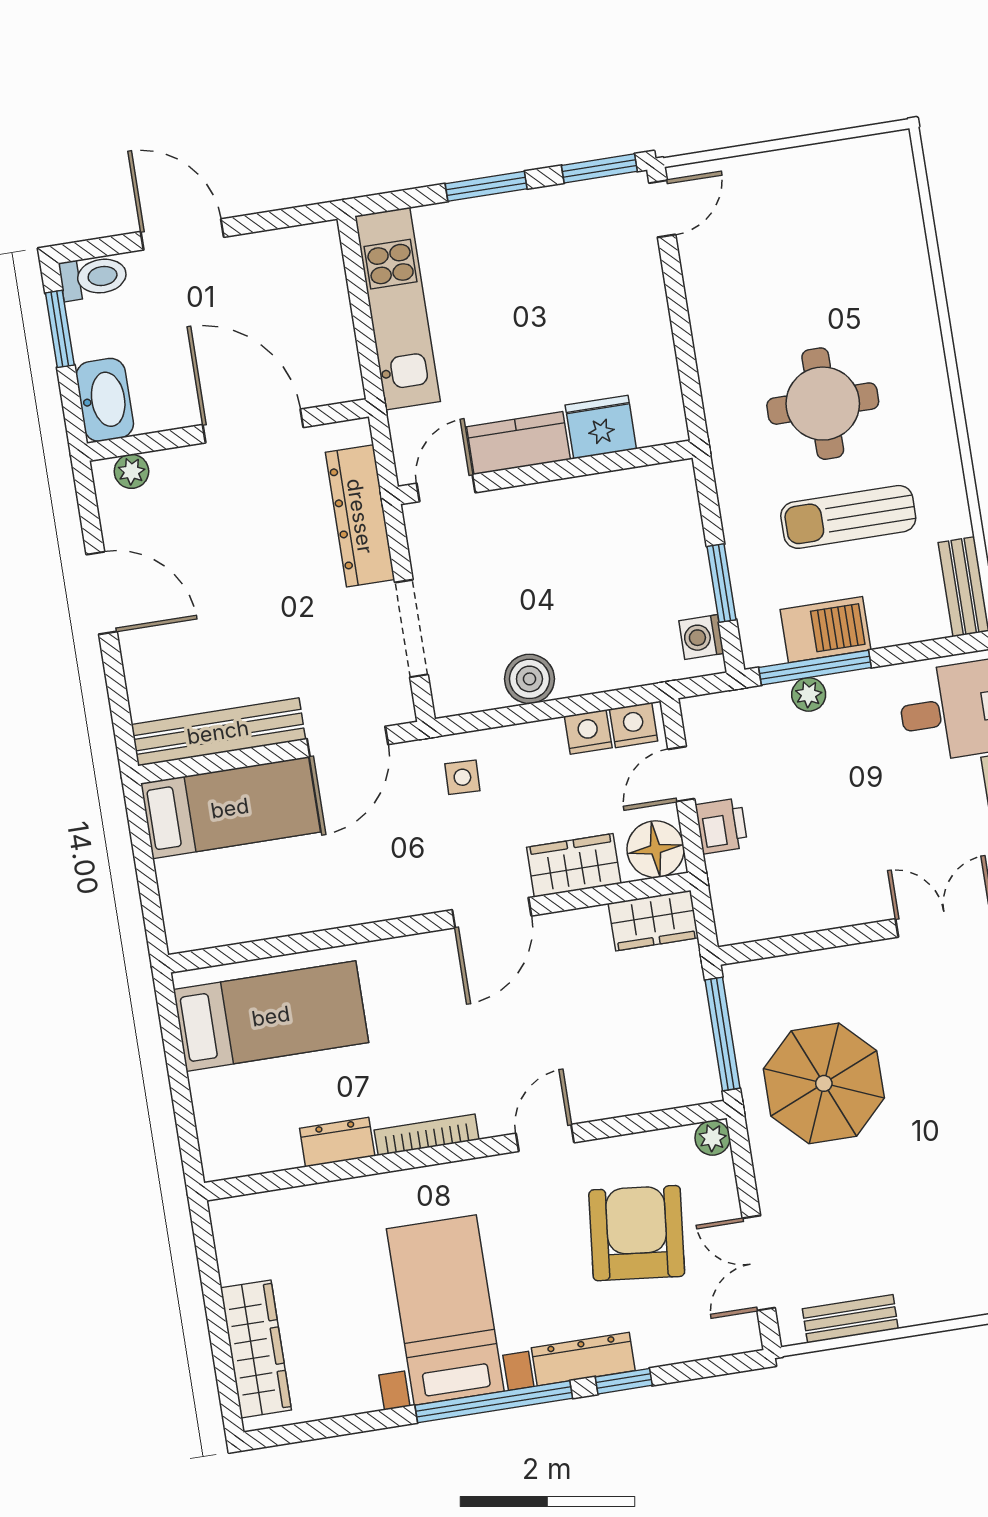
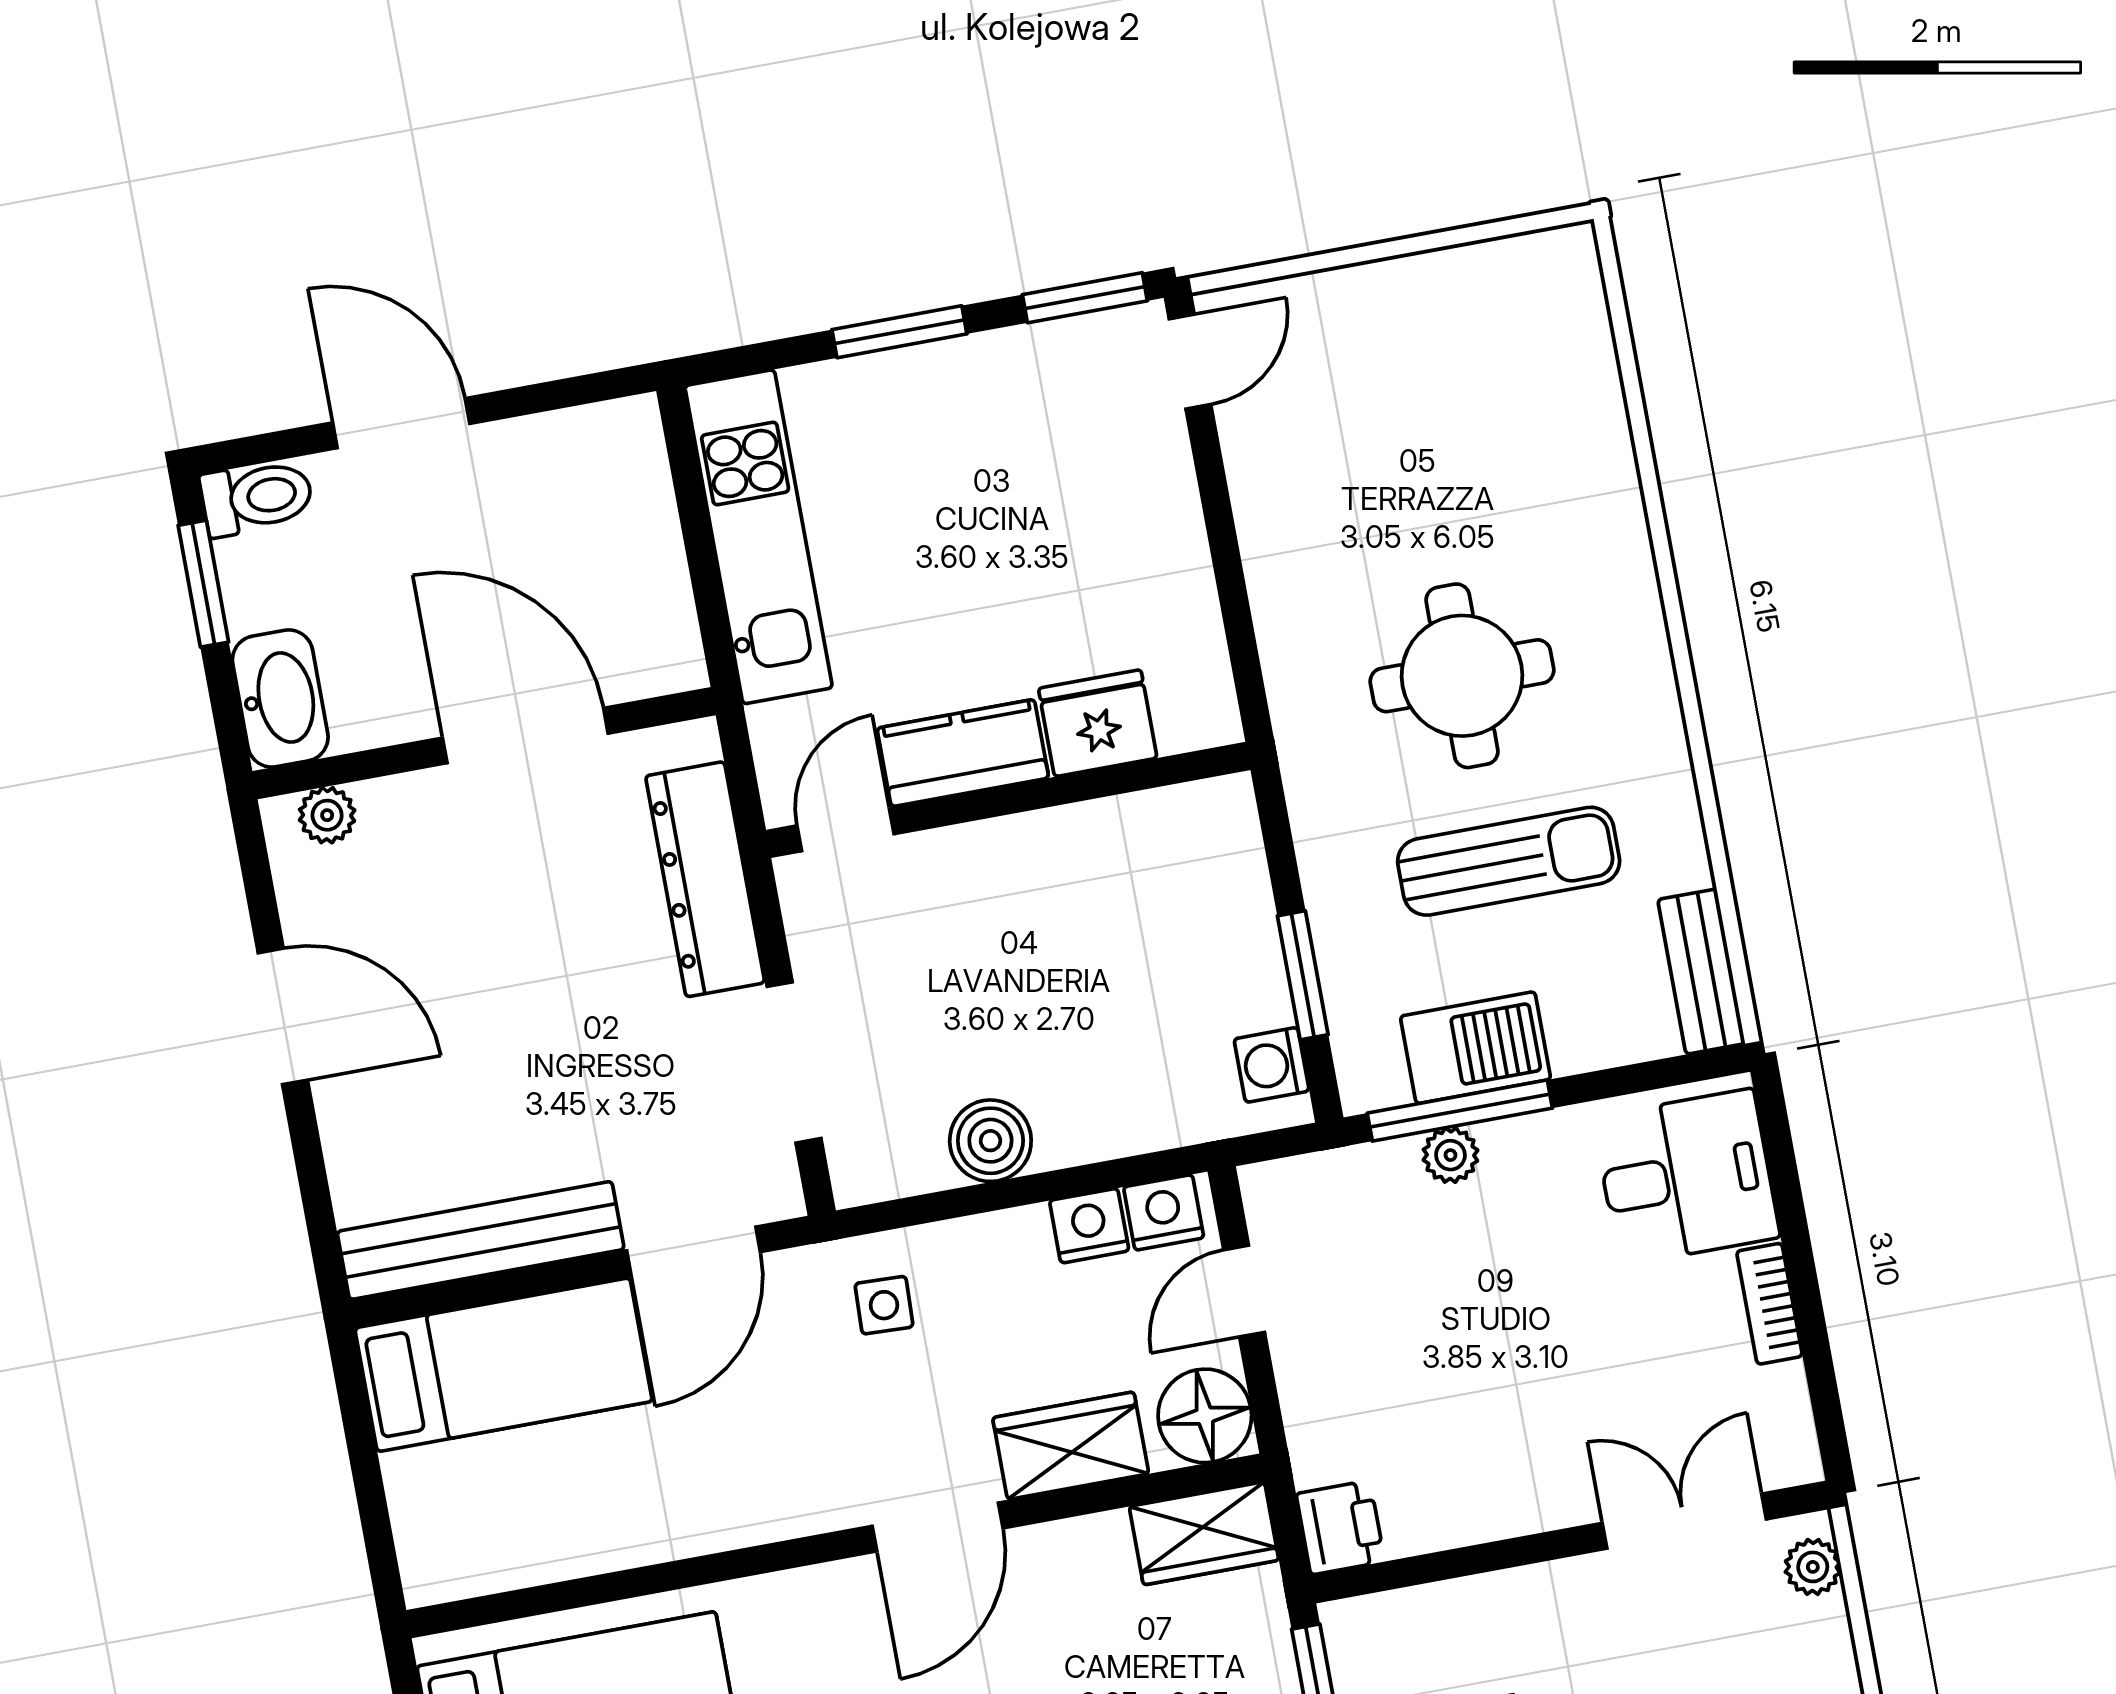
sun lounger: (848, 517) -> (1509, 861), turned 180
printer: (721, 826) -> (1340, 1528), moved

